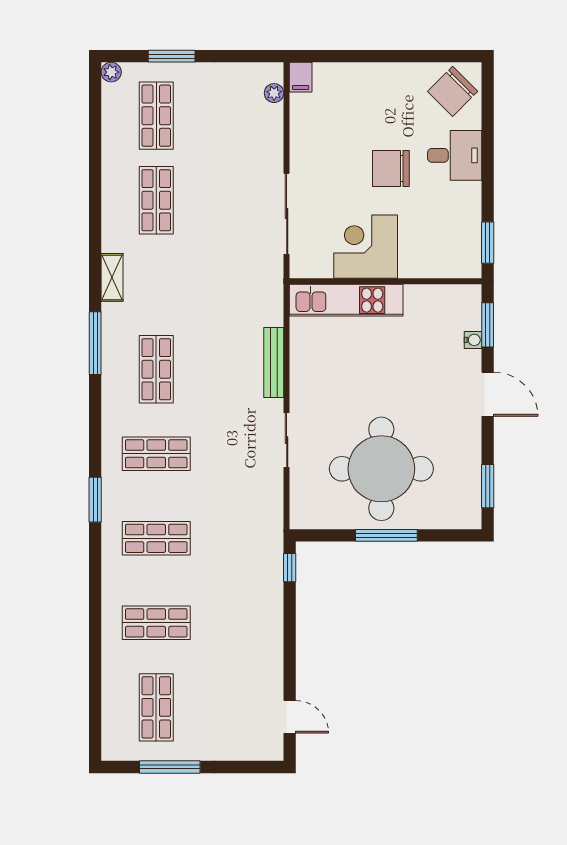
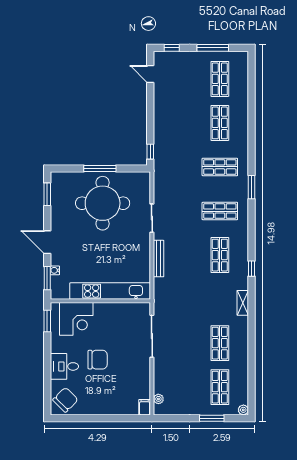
corner desk: (366, 247) -> (76, 319), moved
kitchen unit: (346, 300) -> (110, 291), width x1.36
window: (95, 343) -> (252, 269), width x0.46
shop shelf: (156, 623) -> (220, 123), turned 90
window: (248, 767) -> (172, 48), added

